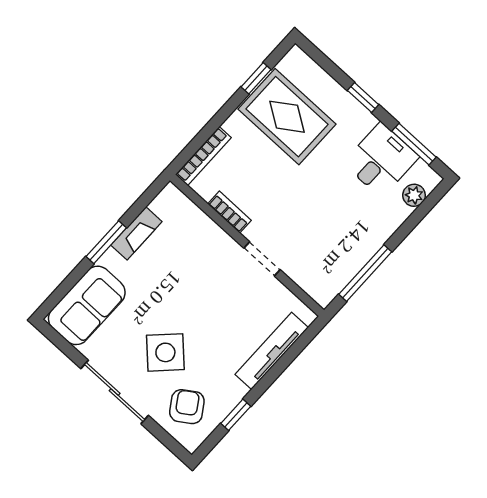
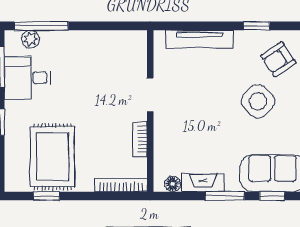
floor lamp: (161, 204) -> (173, 184), added
window: (365, 273) -> (41, 26), moved
window: (66, 286) -> (272, 196), added

